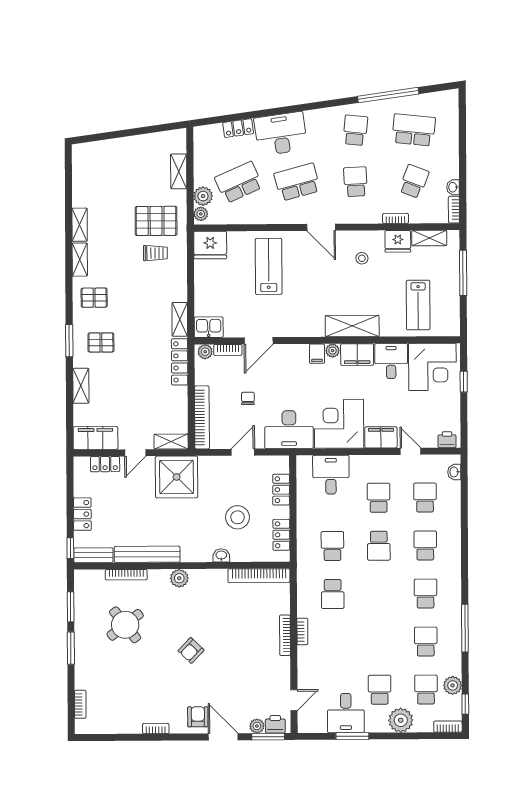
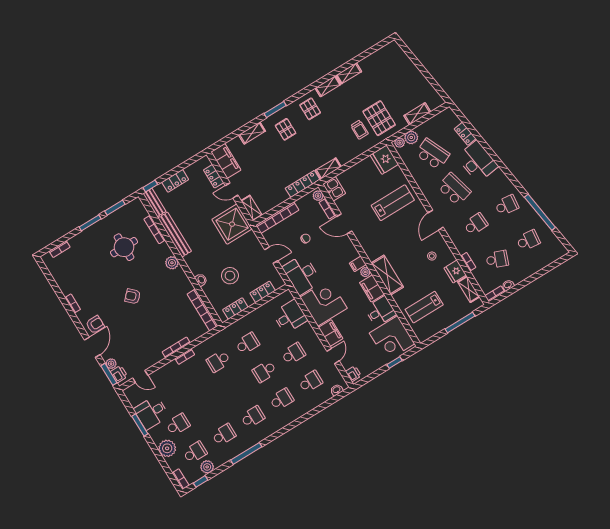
school desk: (414, 130) -> (528, 240), width x0.54
round table: (125, 625) -> (124, 247), turned 38

